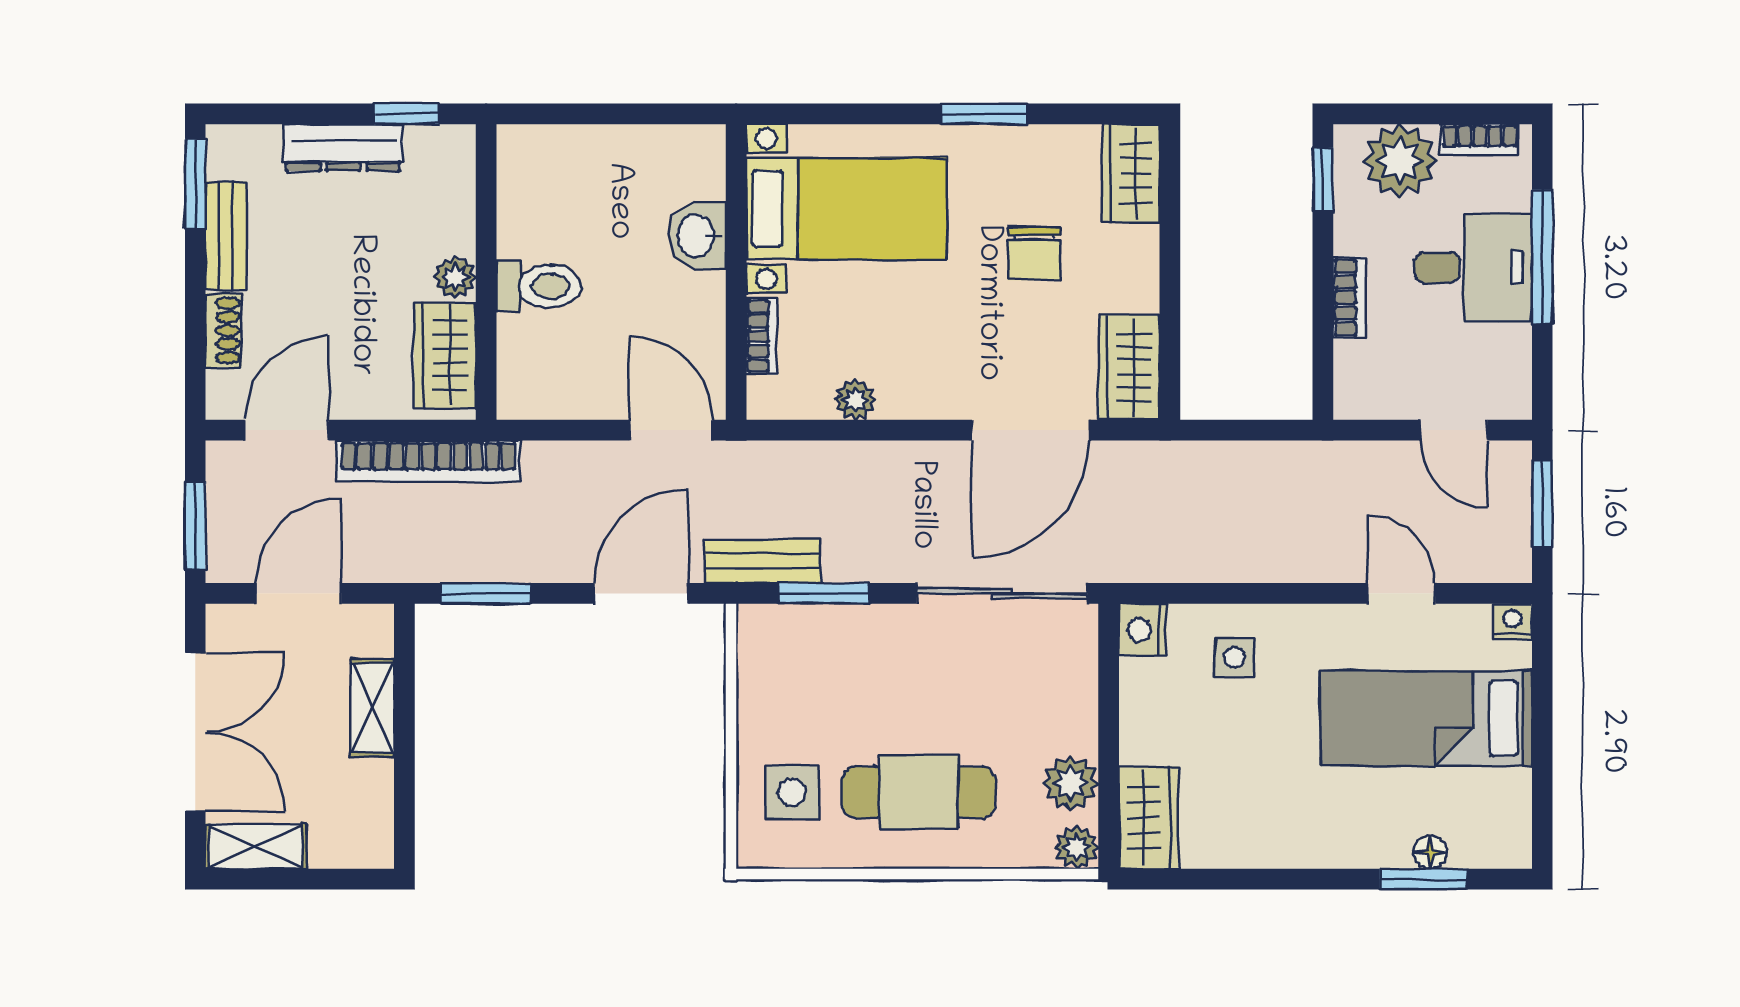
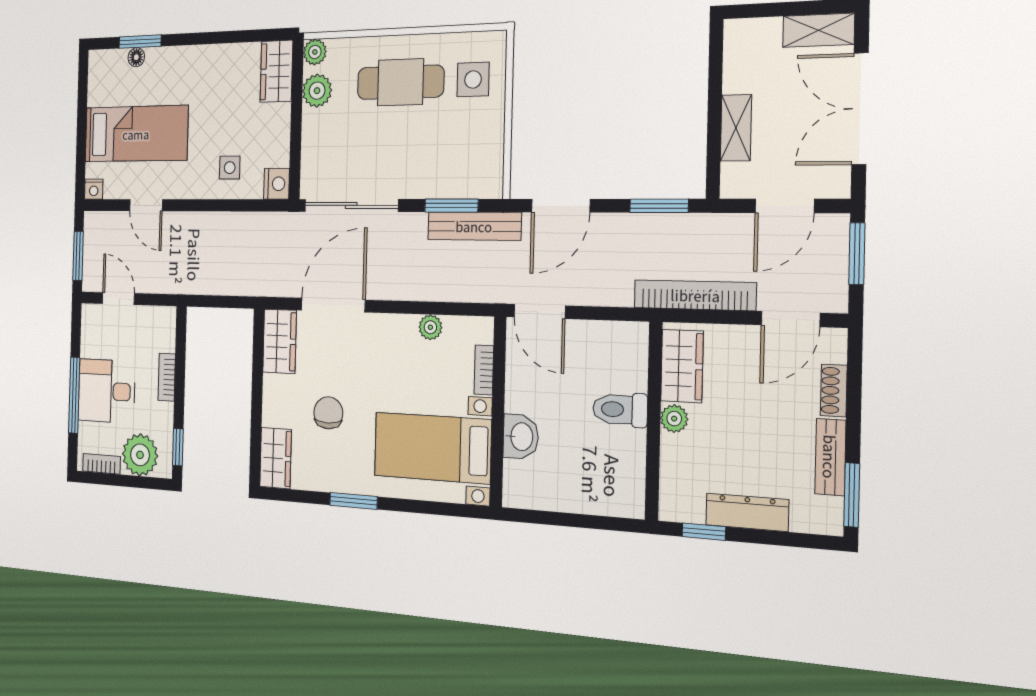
bench: (763, 561) -> (474, 226), width x1.36

